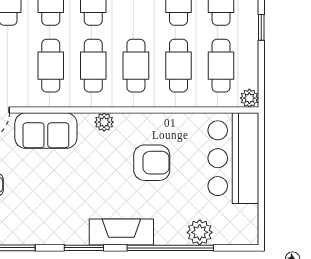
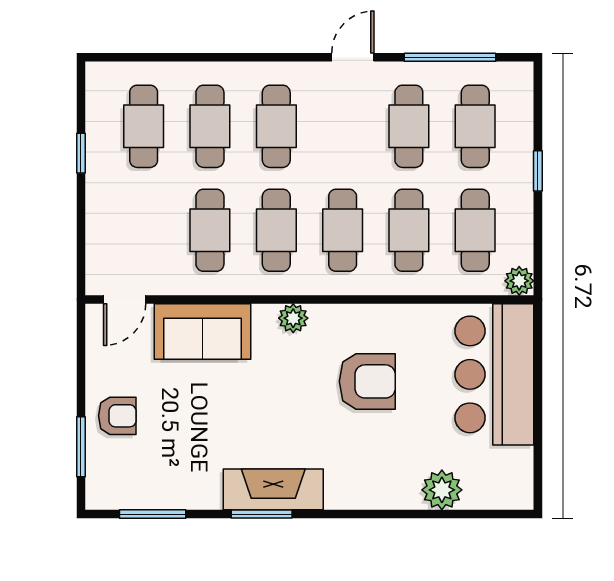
fireplace: (121, 232) -> (273, 489), moved
window: (170, 248) -> (396, 514), removed

